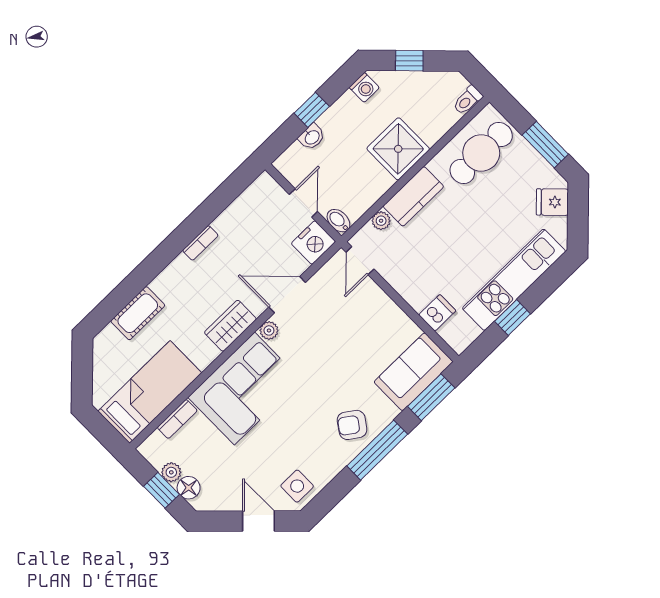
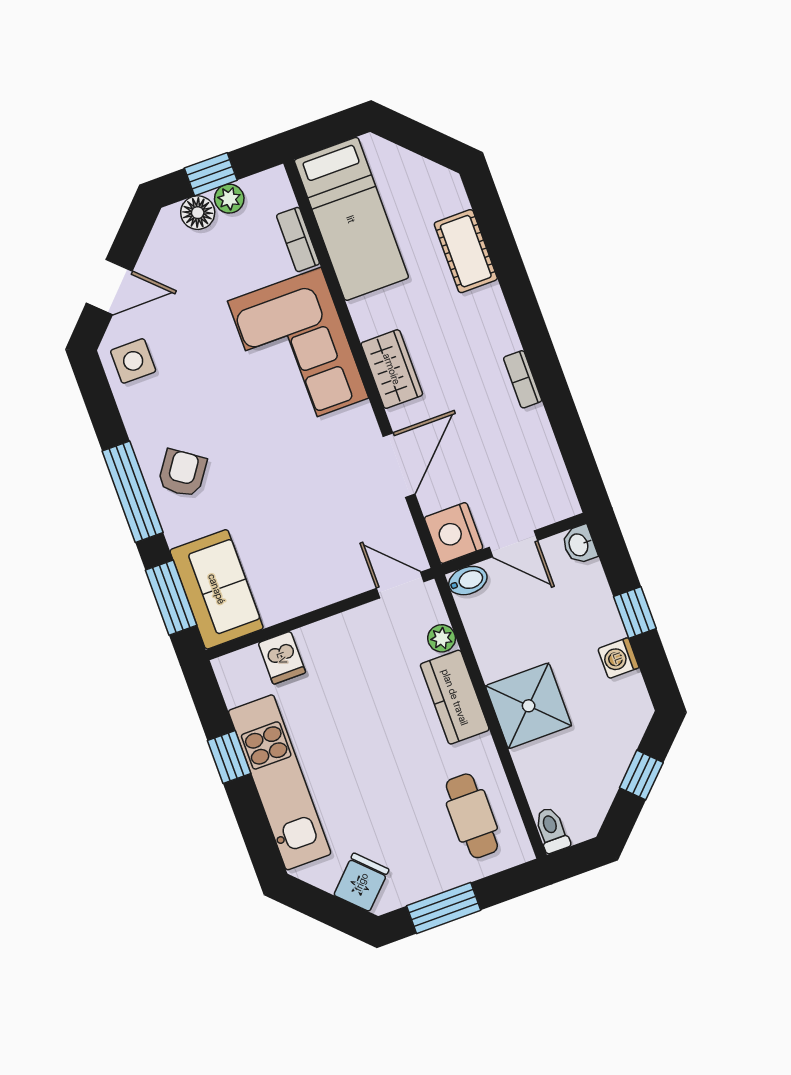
washing machine: (364, 87) -> (618, 658), moved
washbasin: (312, 137) -> (579, 545), moved
cafe table: (481, 153) -> (472, 816), width x0.73, depth x0.74
plant: (269, 330) -> (362, 419), removed

